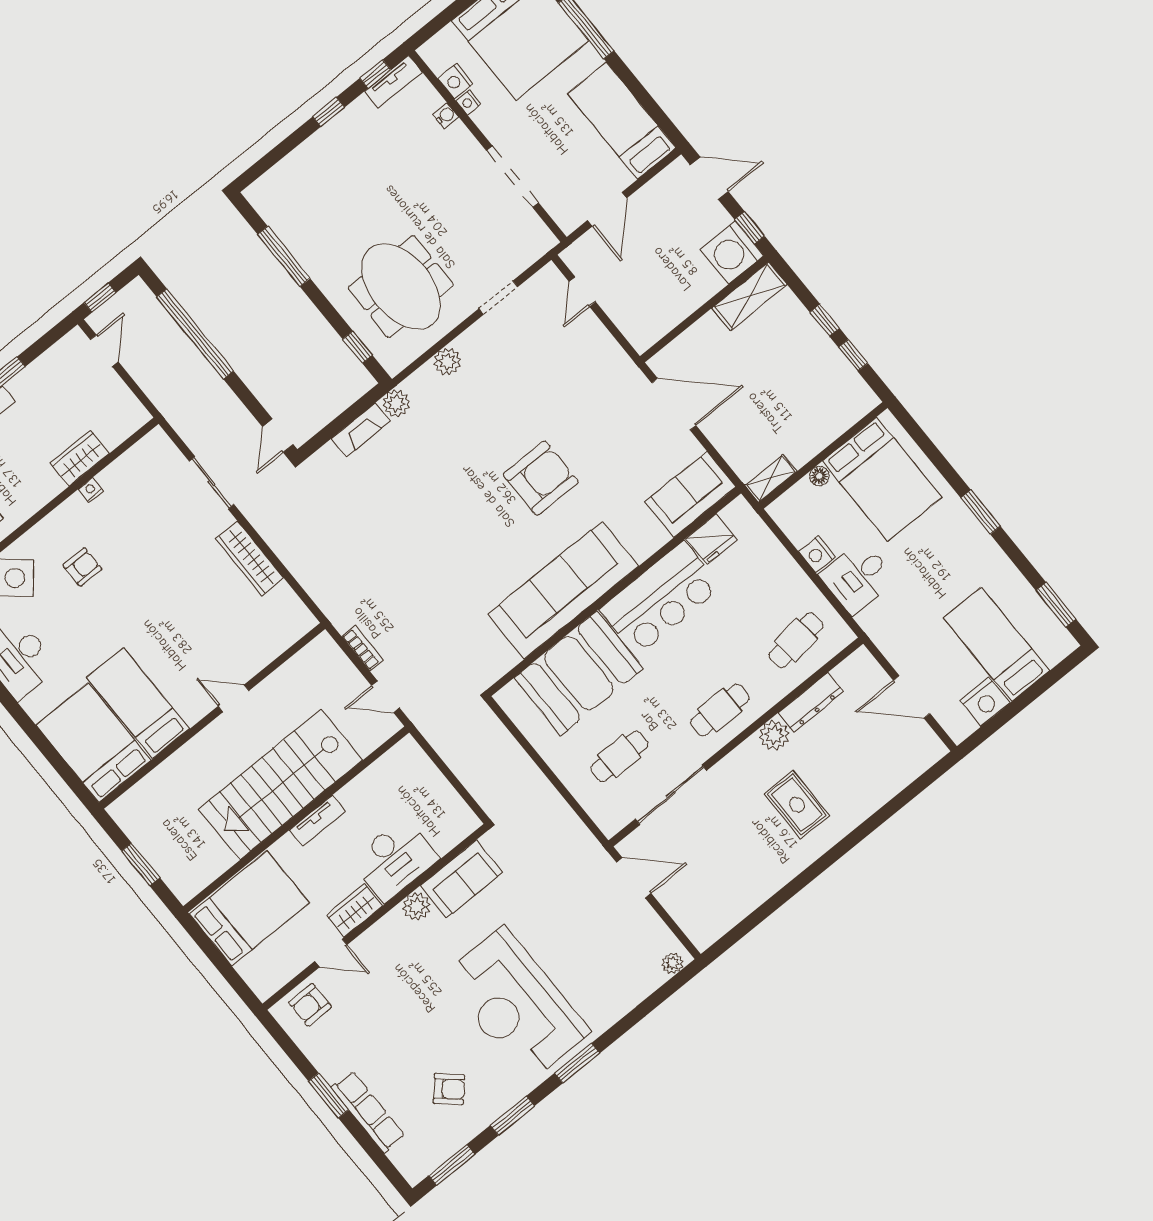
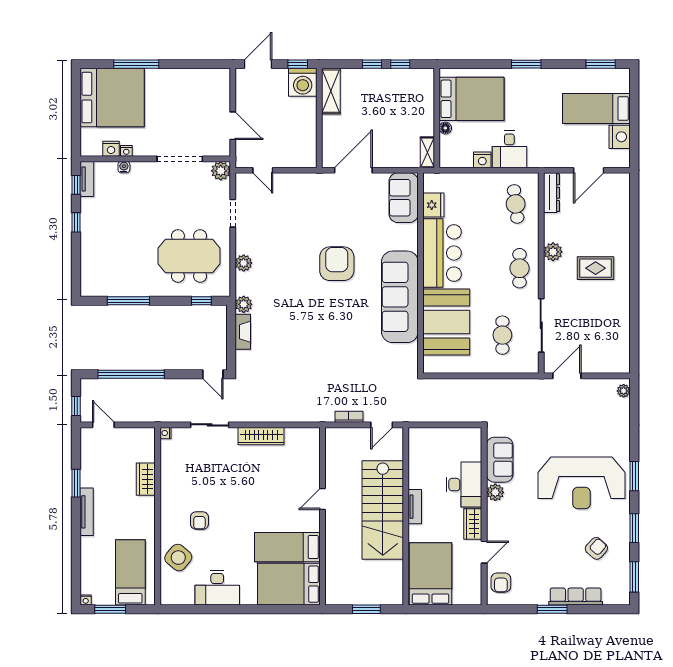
bed: (622, 121) -> (196, 84), removed
plant: (539, 240) -> (221, 171), added
nightstand: (91, 490) -> (166, 433), moved
armchair: (82, 567) -> (199, 521), turned 180
dresser: (811, 702) -> (552, 193), moved

